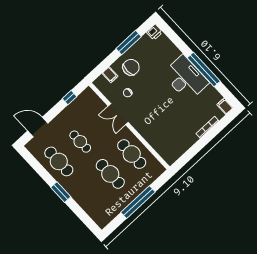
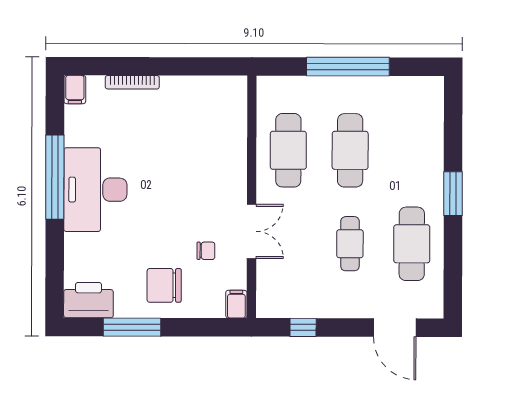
printer: (155, 32) -> (88, 300), width x1.87, depth x1.48
filing cabinet: (110, 75) -> (236, 304), moved

